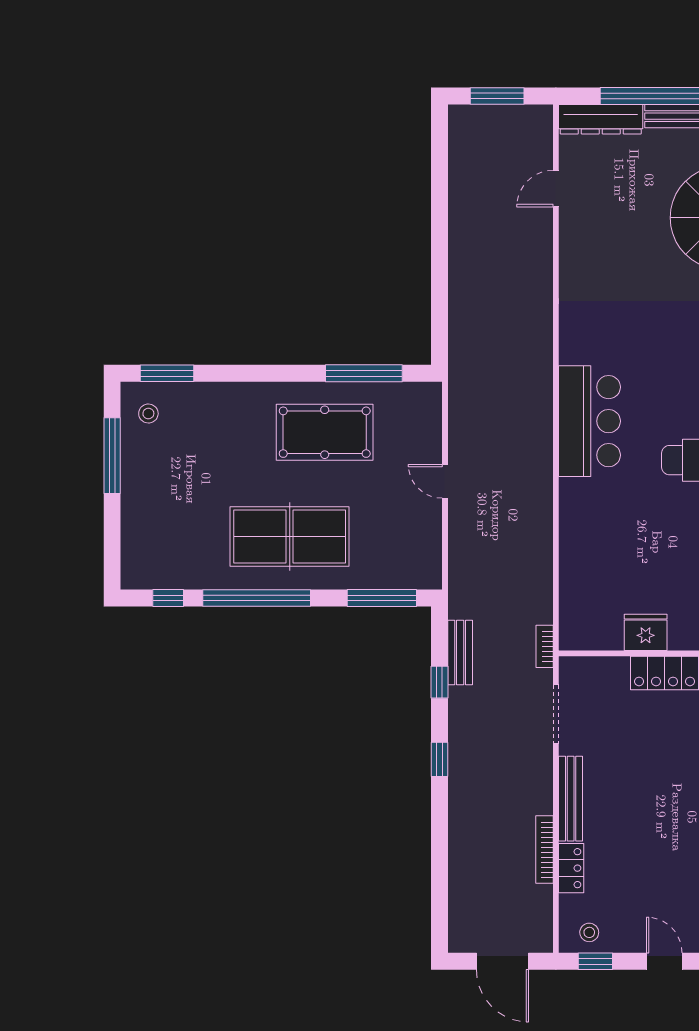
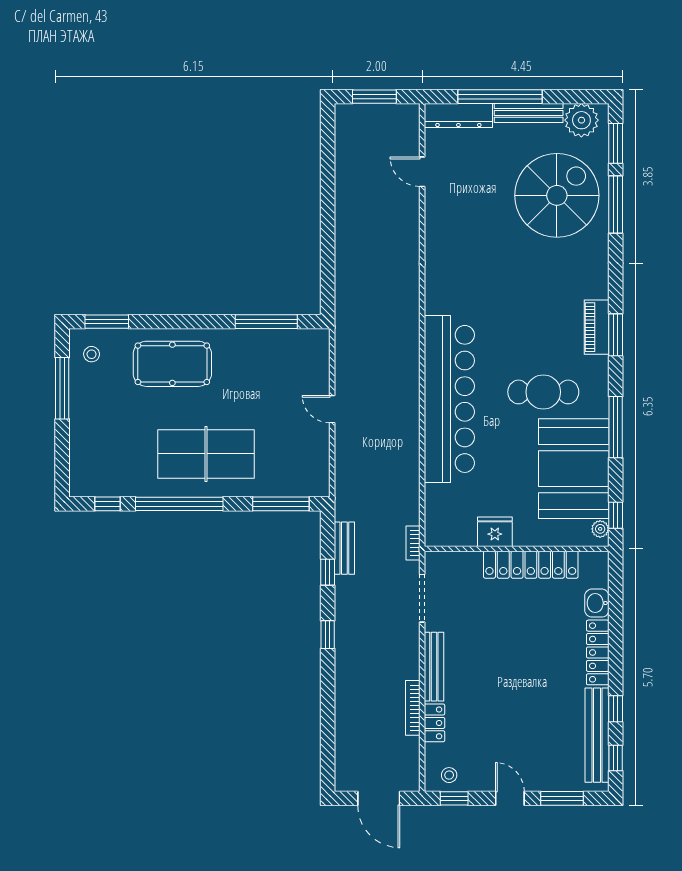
door: (556, 189) -> (422, 172), hinge flipped
bar counter: (590, 421) -> (449, 399), width x1.86
pool table: (325, 432) -> (172, 364), moved

